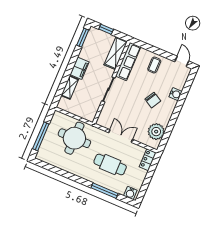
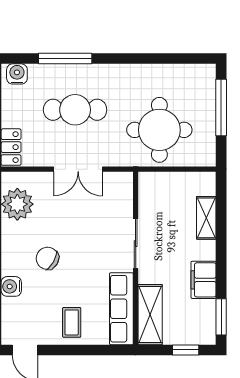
filing cabinet: (80, 68) -> (204, 280), moved

